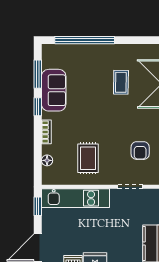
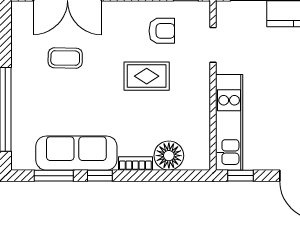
sofa: (54, 90) -> (76, 153), width x1.36
rug: (88, 158) -> (147, 76), moved
floor lamp: (47, 160) -> (169, 156), width x1.89, depth x1.89

